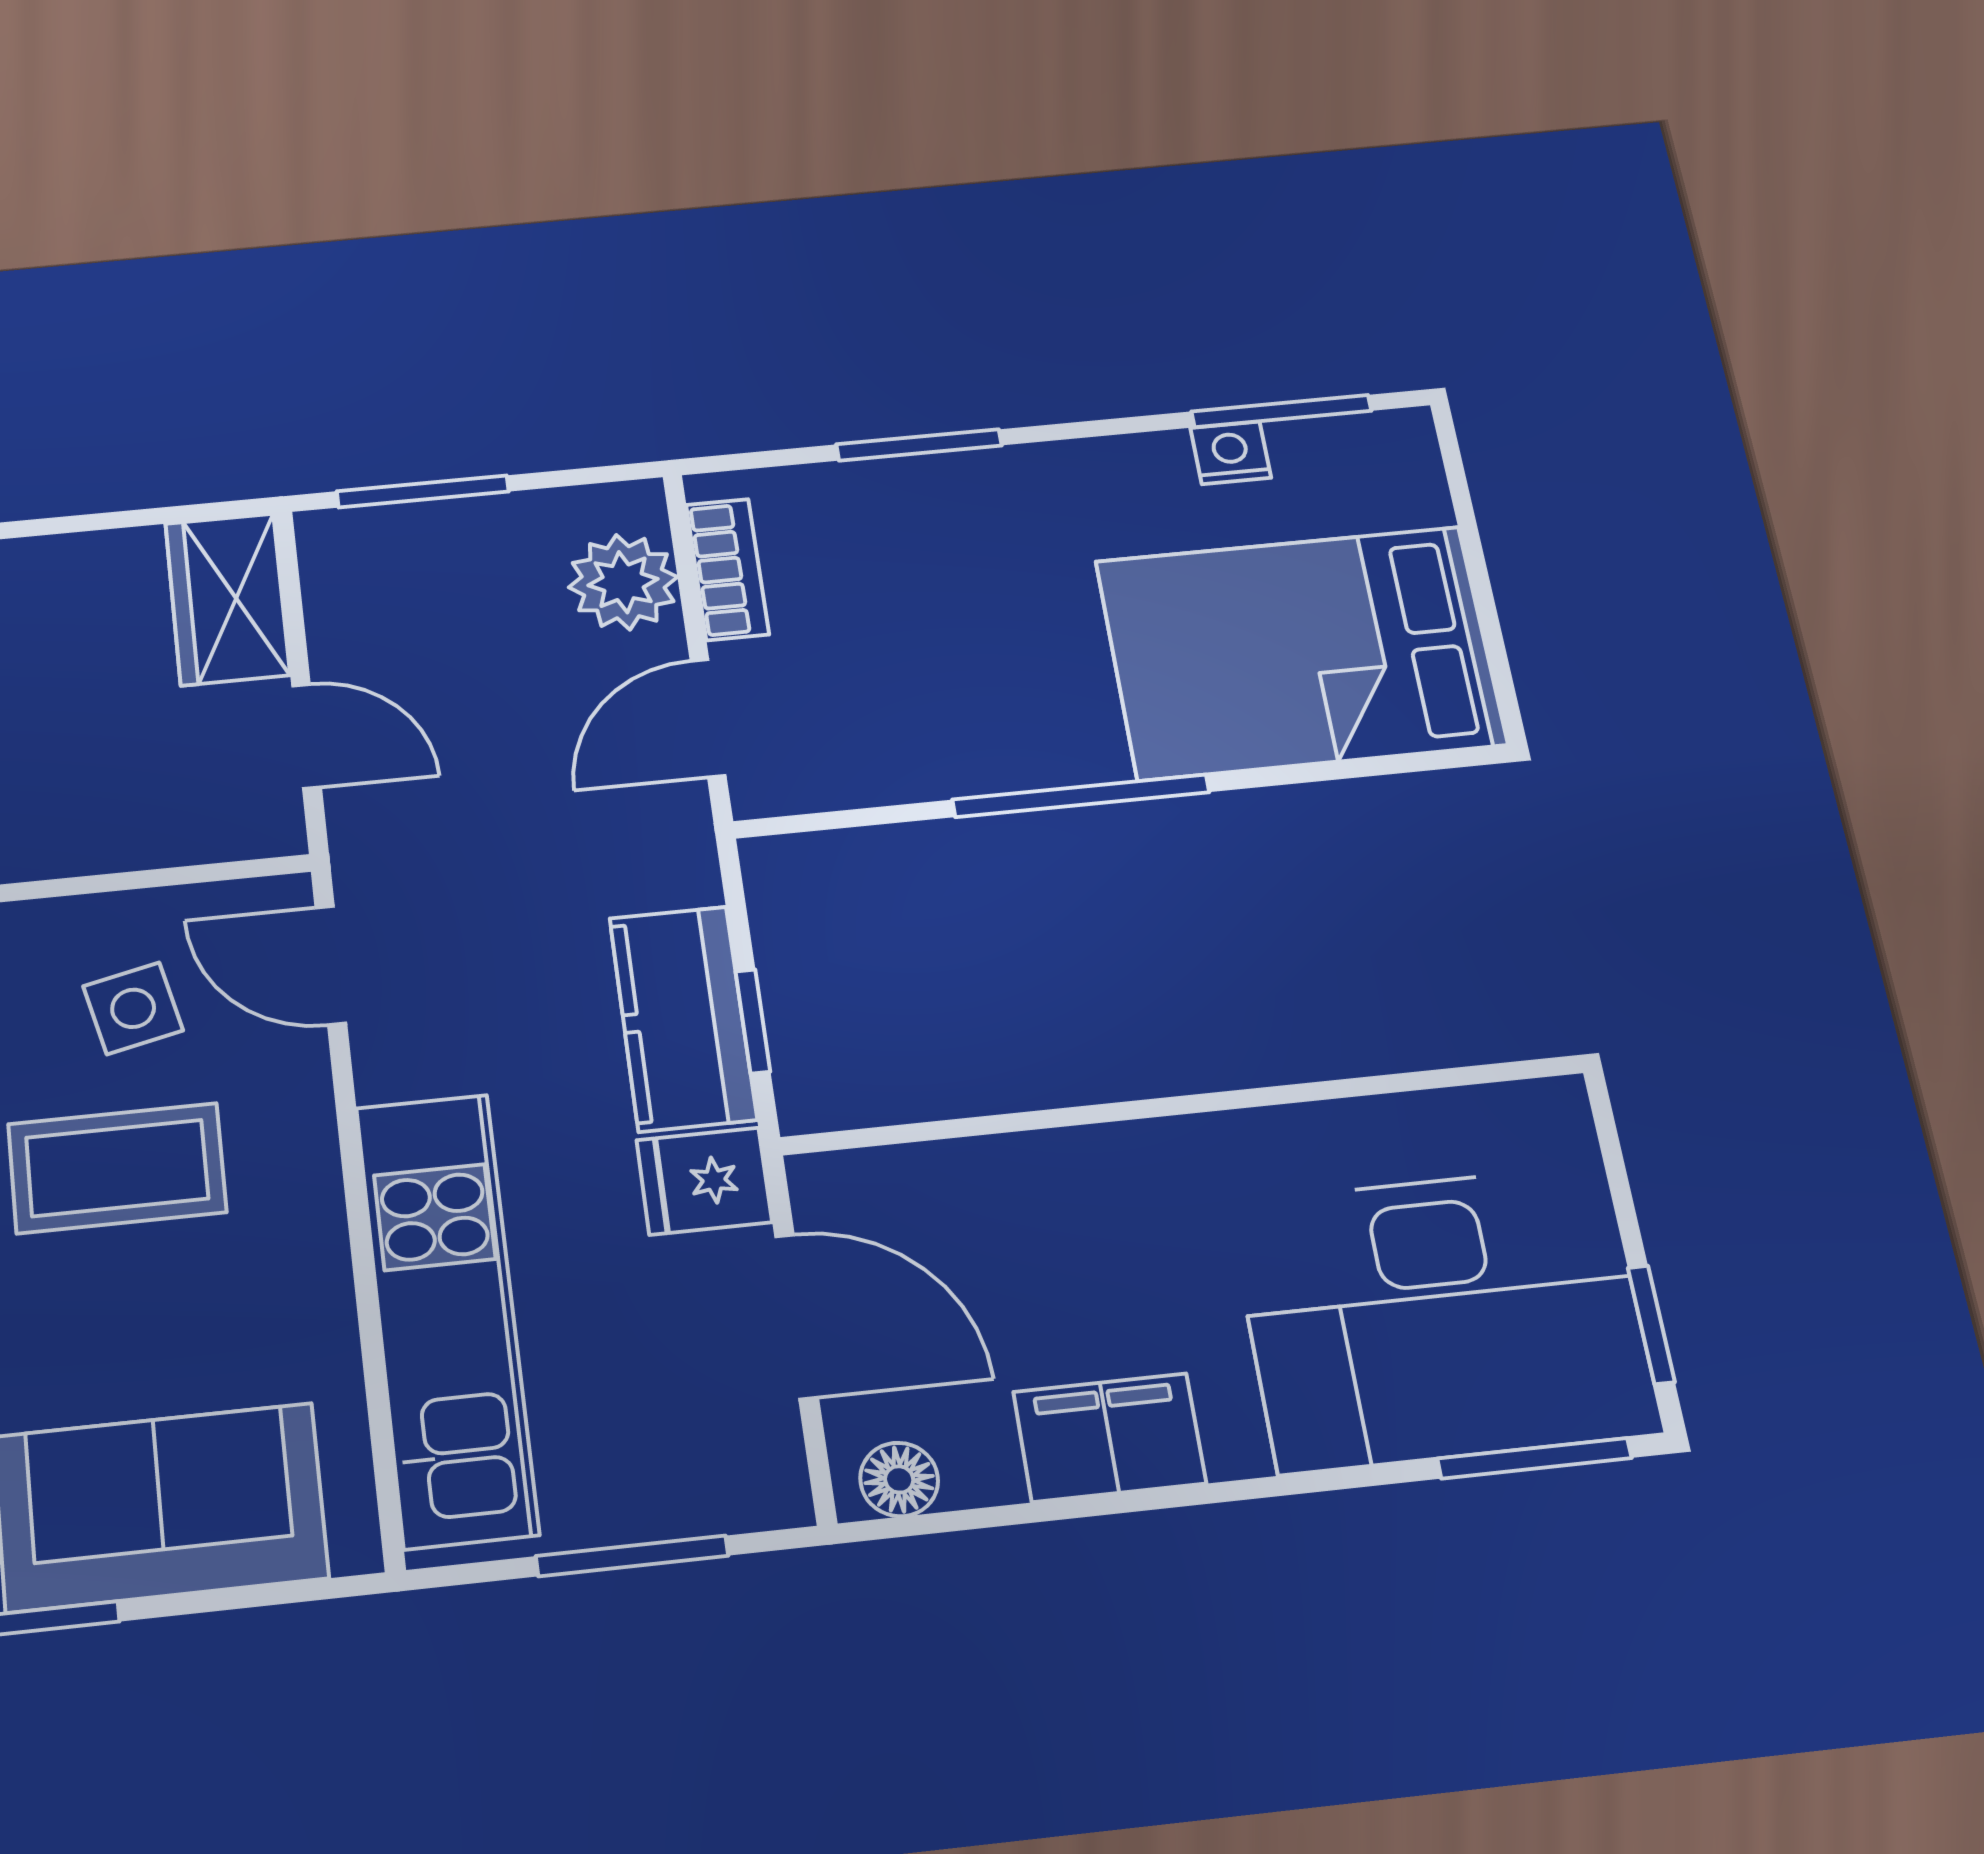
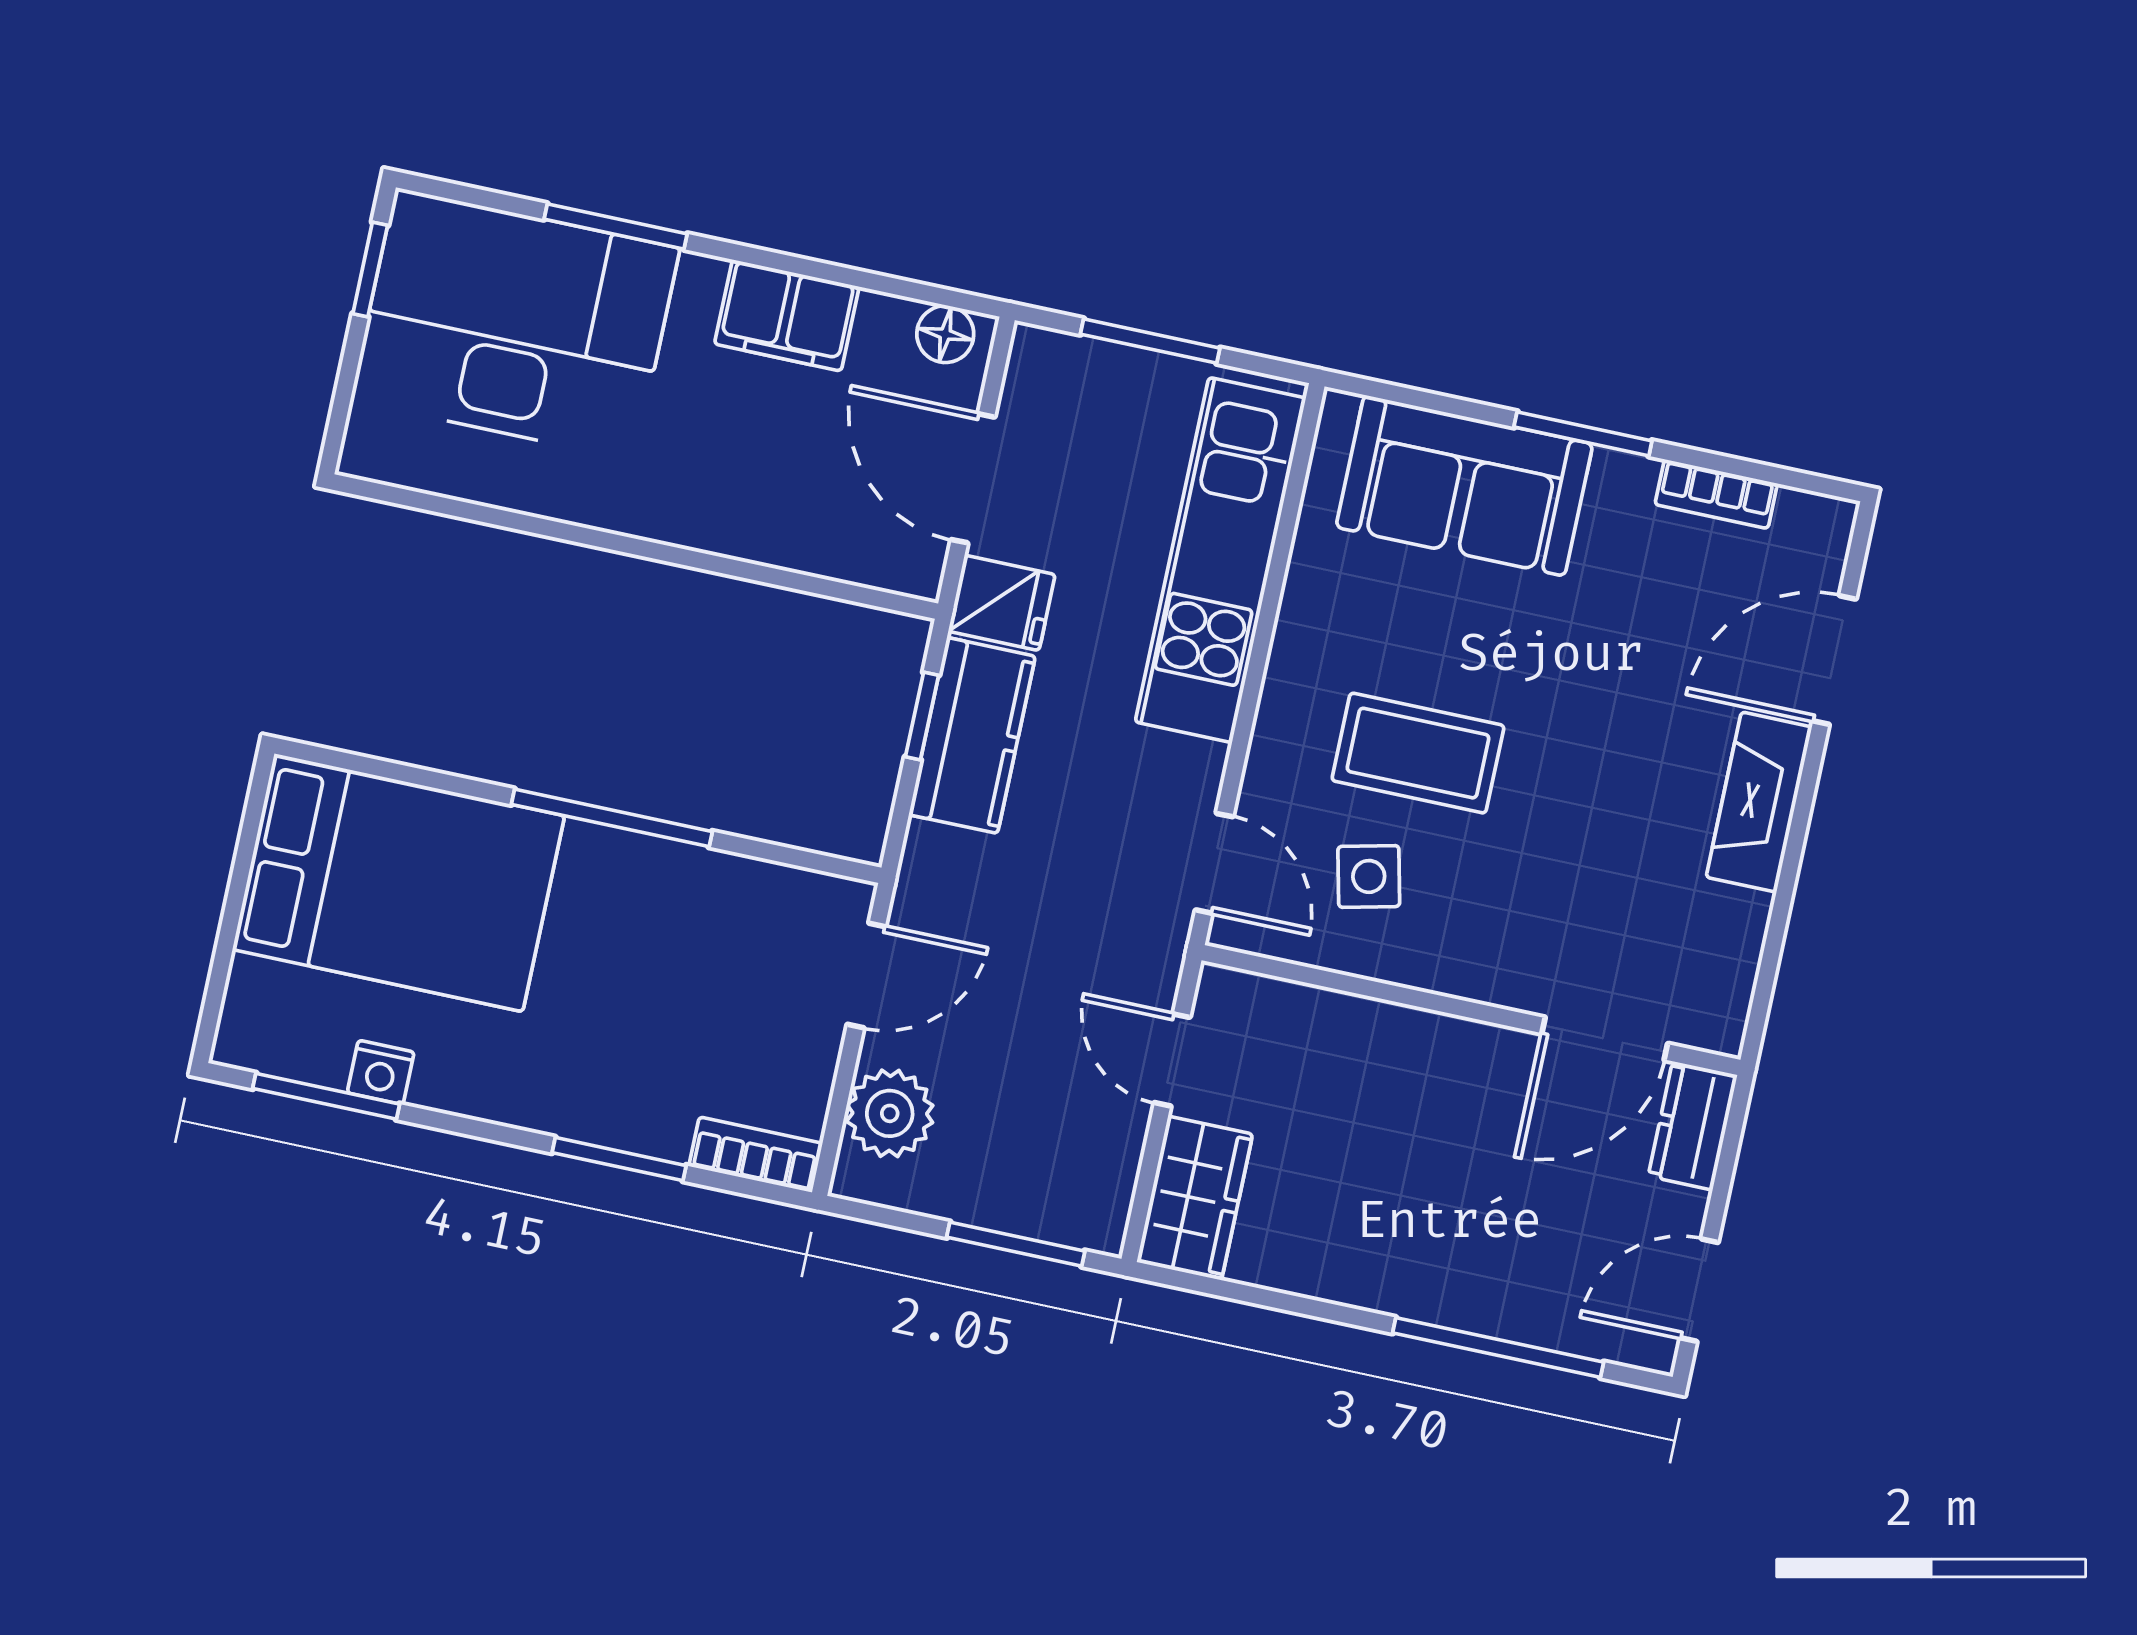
bookcase: (727, 569) -> (756, 1155), moved, turned 90
window: (1535, 1458) -> (616, 226), moved

